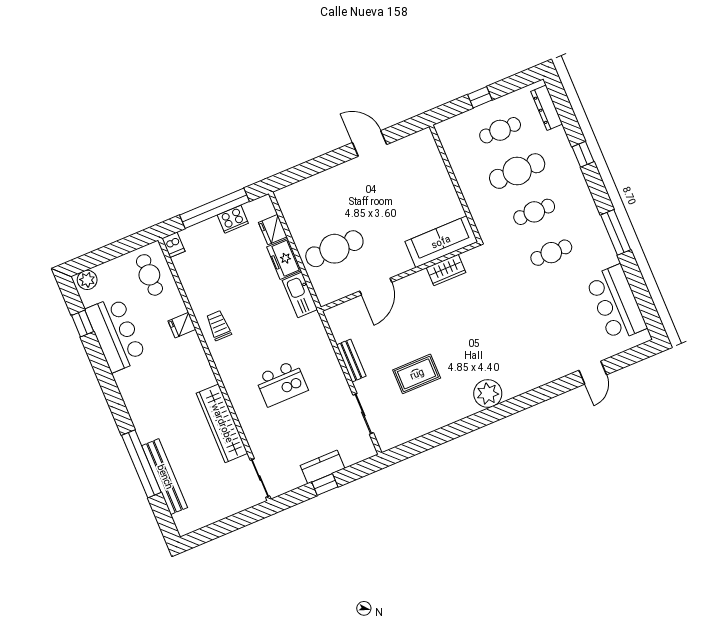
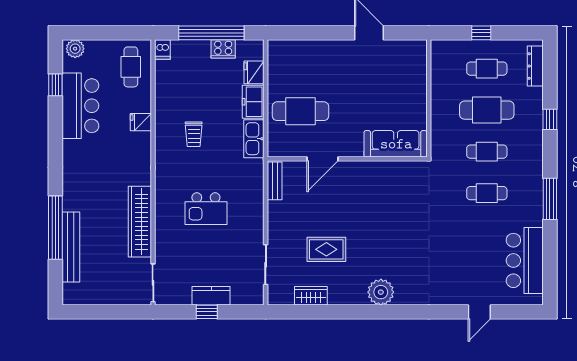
wardrobe: (446, 270) -> (311, 296), moved, turned 180
trolley: (219, 326) -> (194, 134), moved, turned 180
bench: (351, 361) -> (275, 181), moved

